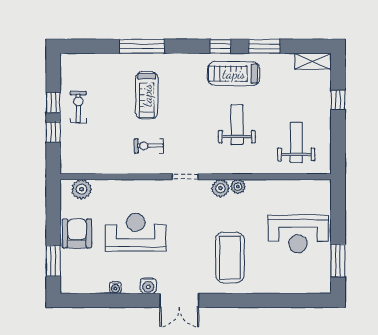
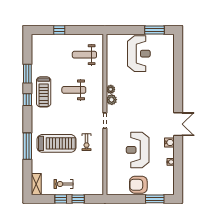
shelving: (313, 61) -> (36, 184), moved
treadmill: (147, 95) -> (56, 143), width x1.37, depth x1.38
plant: (82, 189) -> (112, 182), removed
coffee table: (230, 257) -> (153, 94), removed

